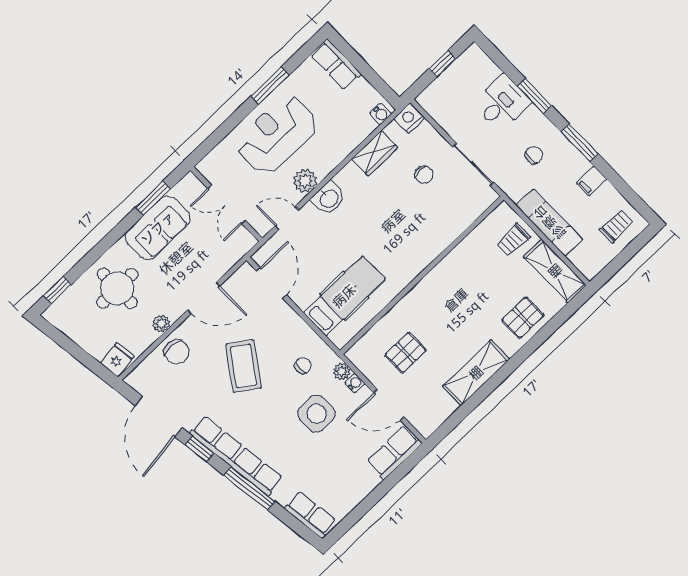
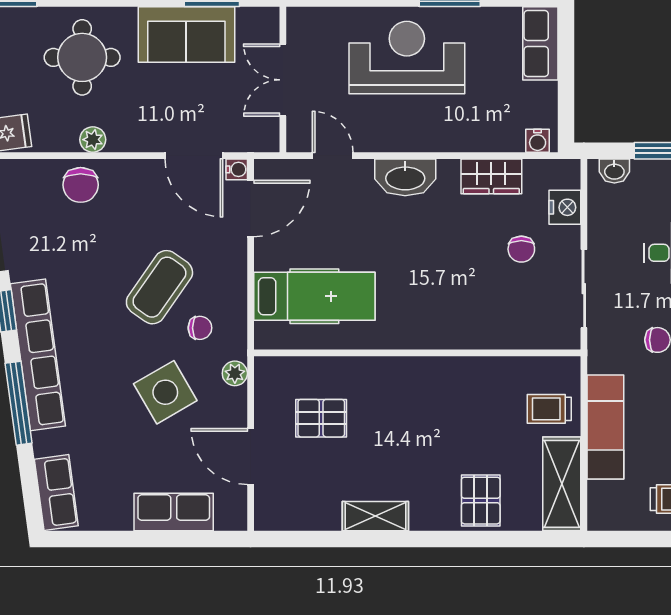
washbasin: (433, 92) -> (614, 171), added
nightstand: (409, 118) -> (565, 207), moved, turned 90
plant: (305, 181) -> (390, 135), removed
washbasin: (329, 198) -> (405, 177), width x1.38
door: (204, 298) -> (194, 156), moved
pallet: (523, 318) -> (481, 501), turned 90
coffee table: (244, 366) -> (159, 287), moved
shelving: (476, 373) -> (375, 516), width x0.67, depth x0.75
water cooler: (355, 383) -> (237, 169), moved
side table: (316, 414) -> (165, 392), turned -30
row of seats: (394, 452) -> (174, 512), moved

